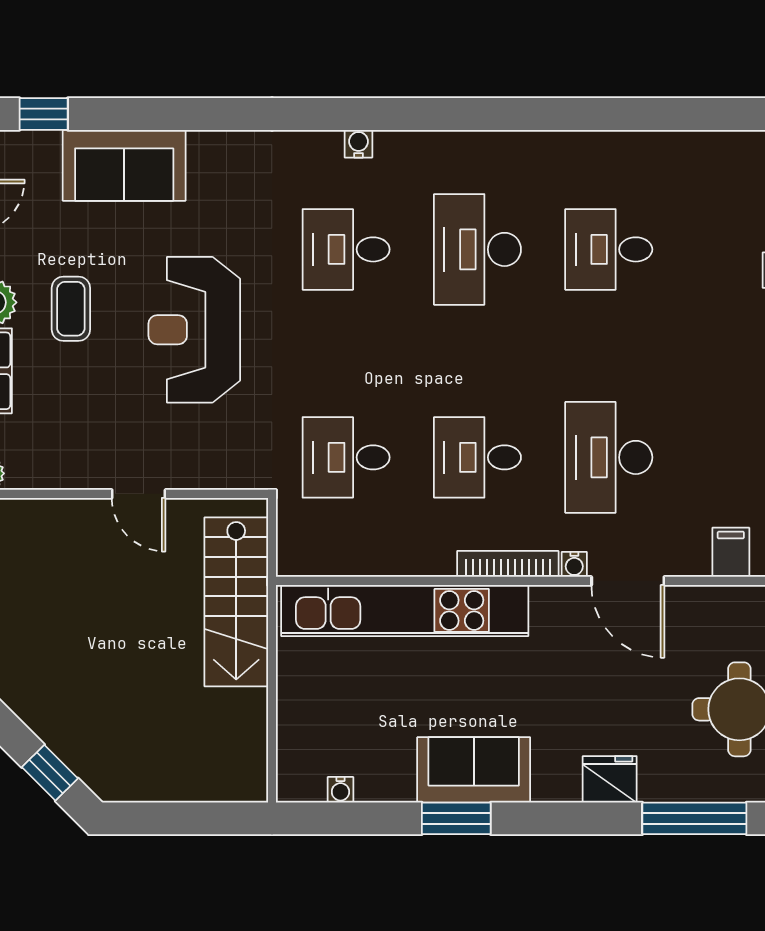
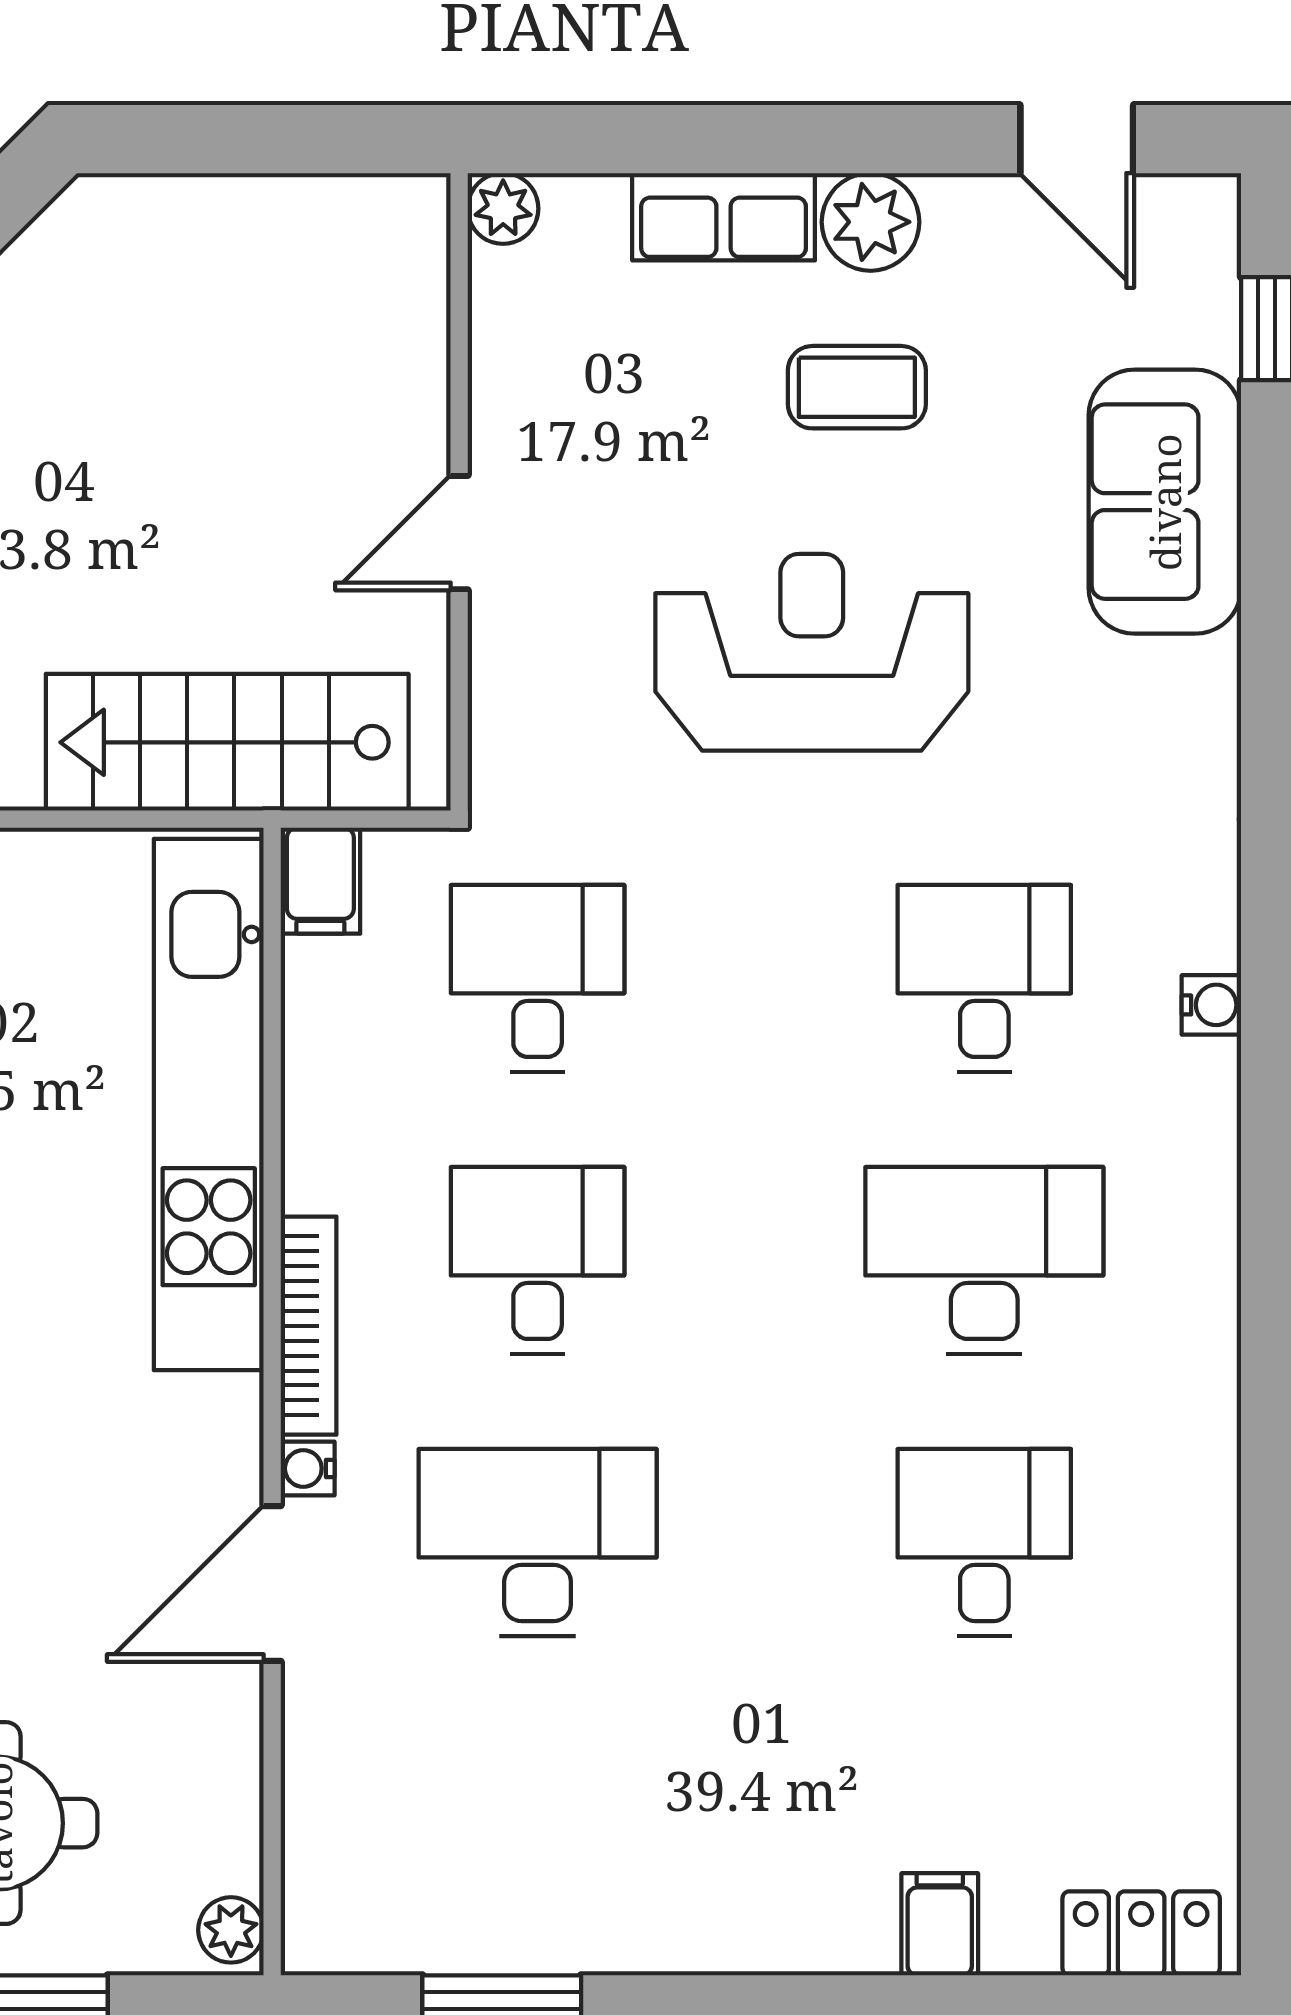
filing cabinet: (731, 552) -> (320, 881), moved, turned 90

